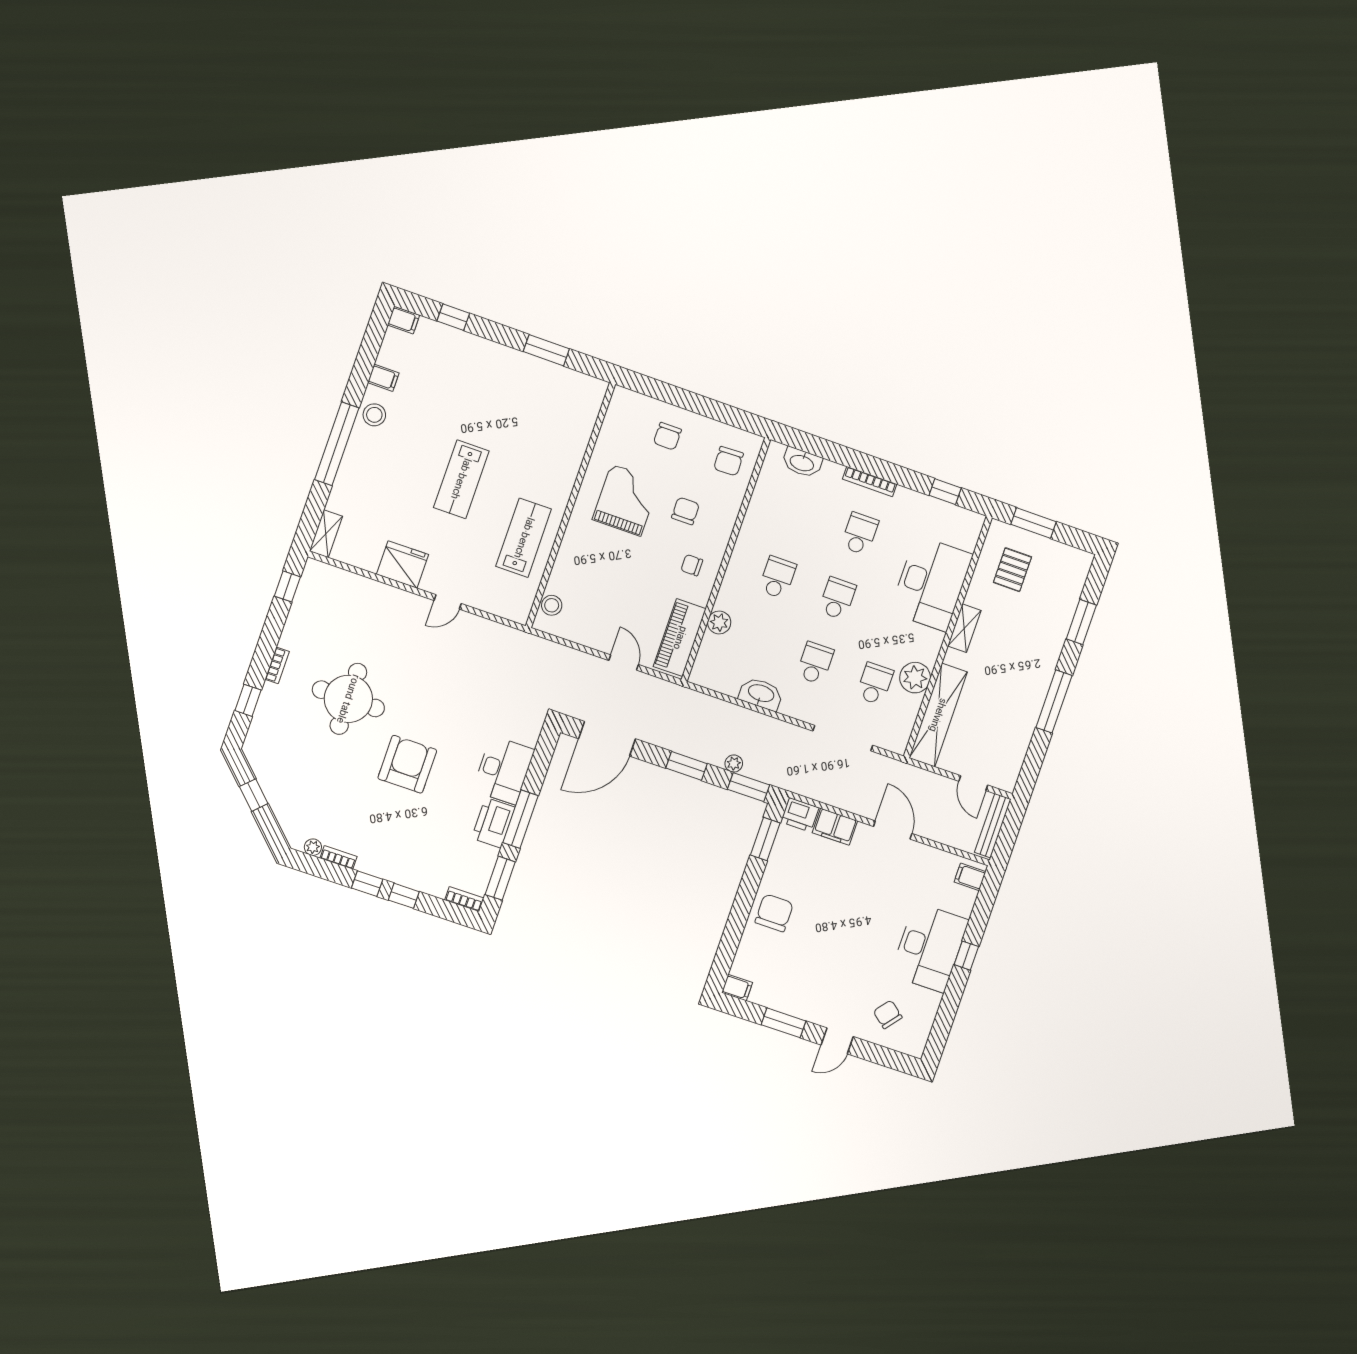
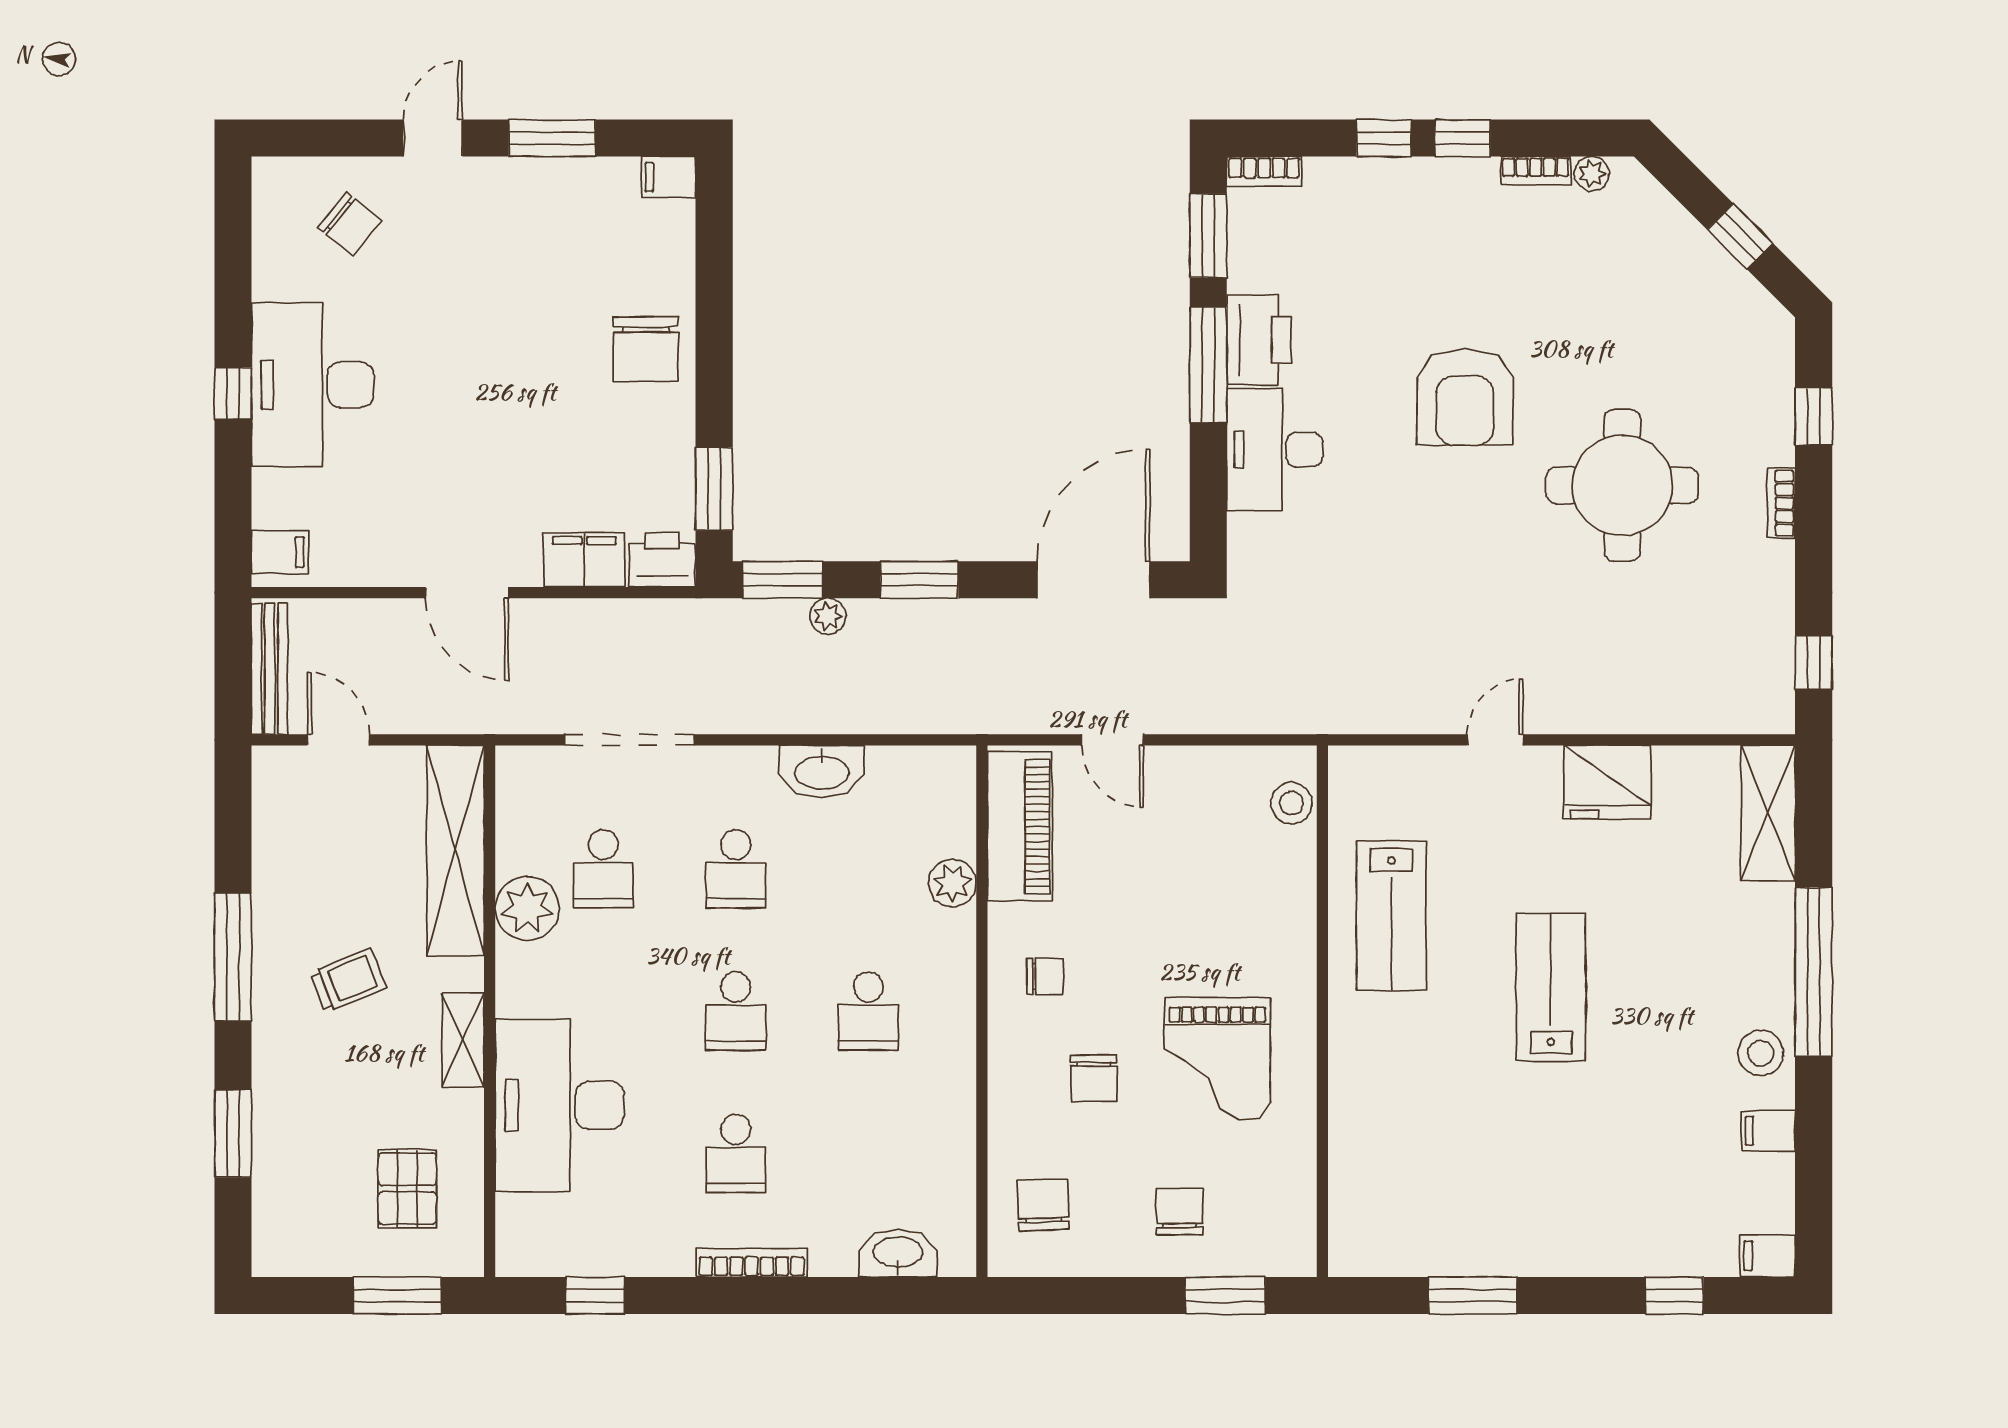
window: (660, 390) -> (1225, 1296), added
shelving: (326, 534) -> (1768, 813), width x1.50, depth x1.33
trolley: (1006, 673) -> (348, 980), added

